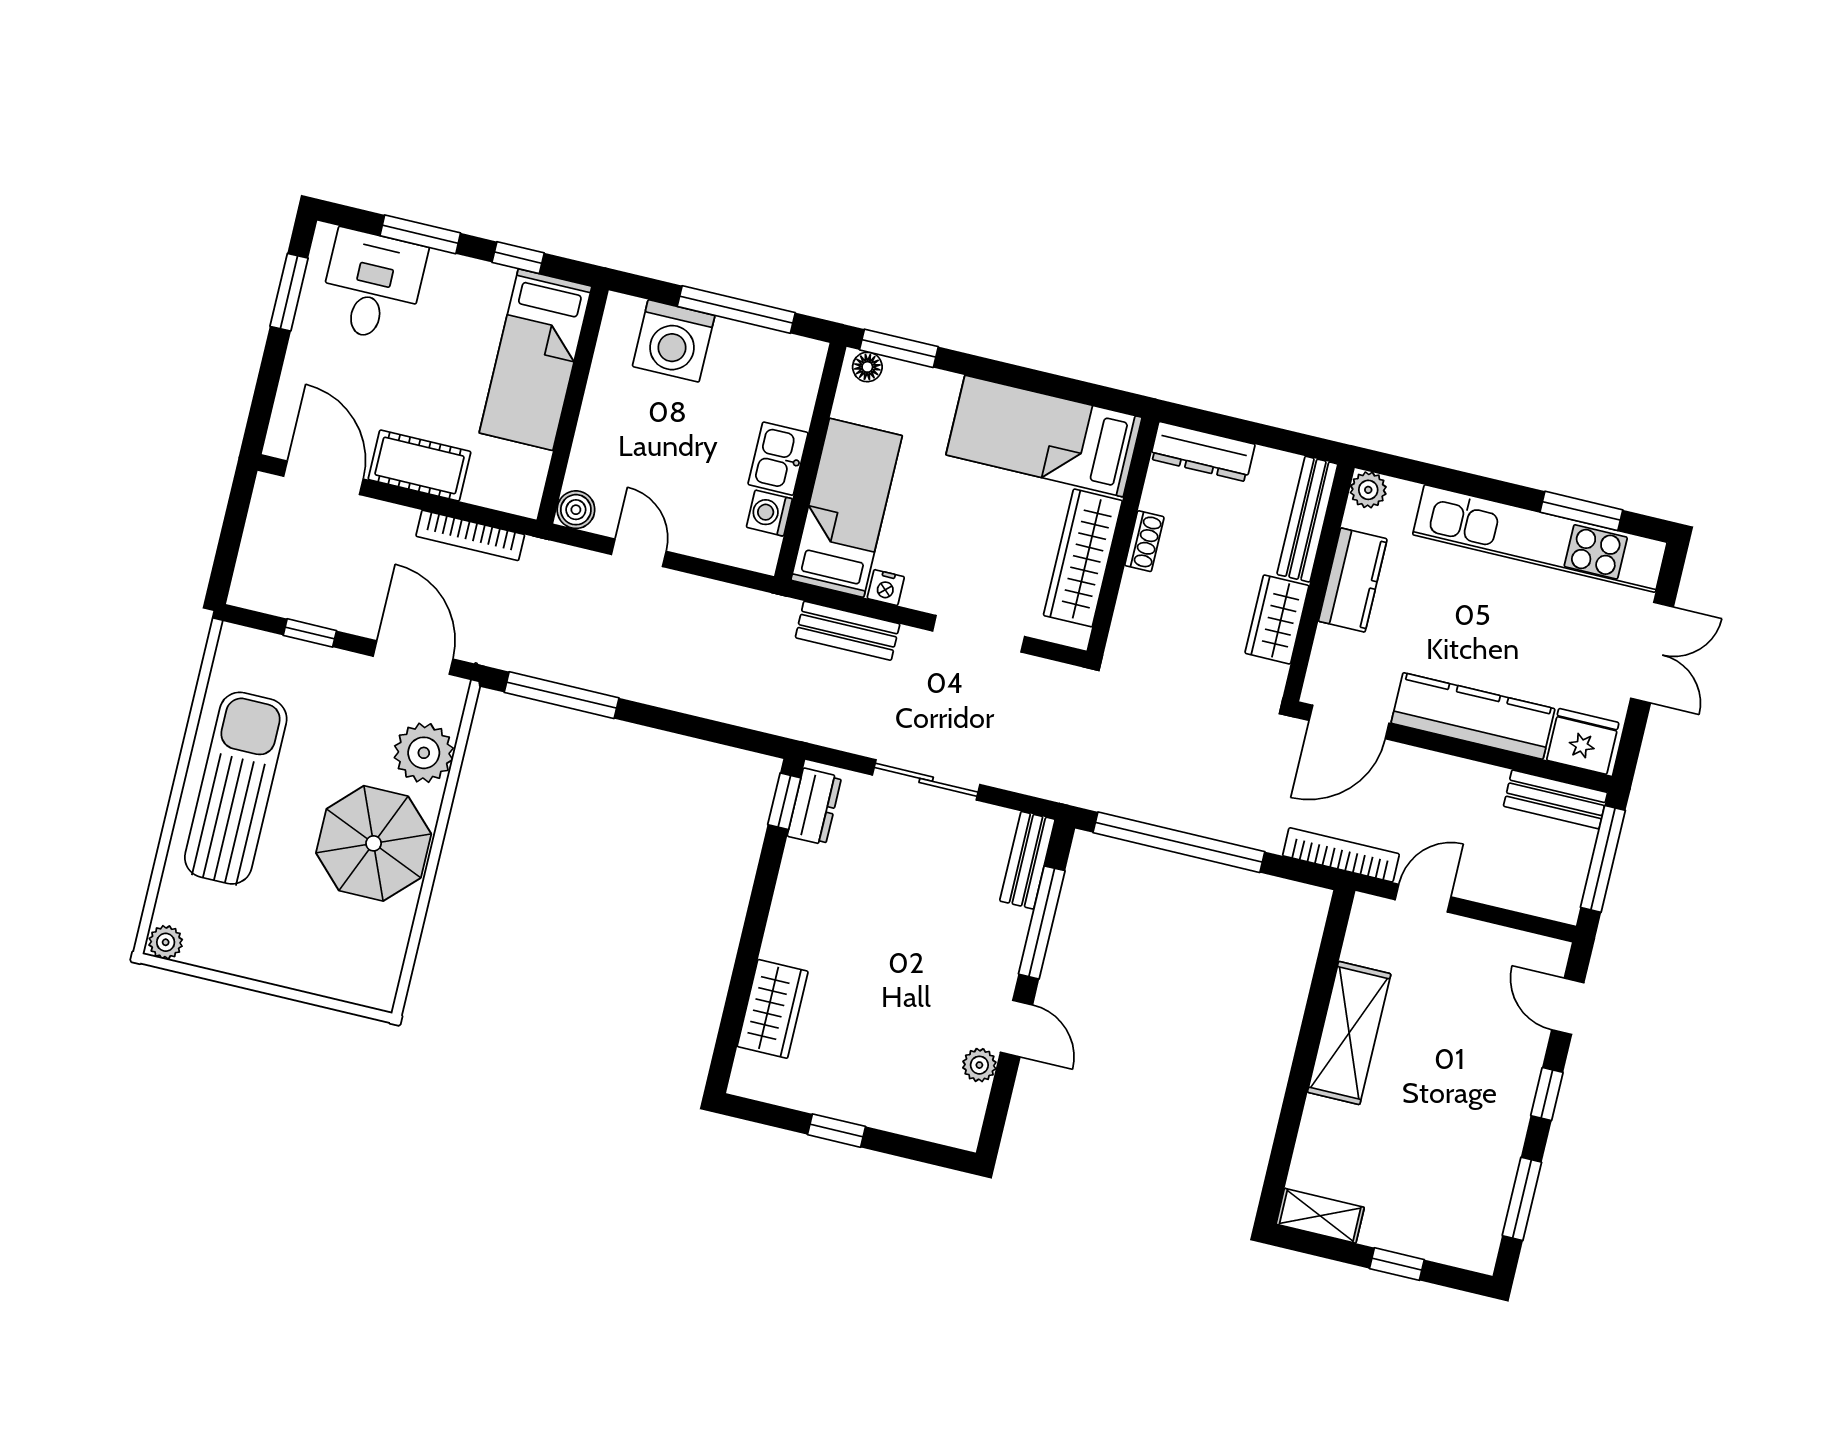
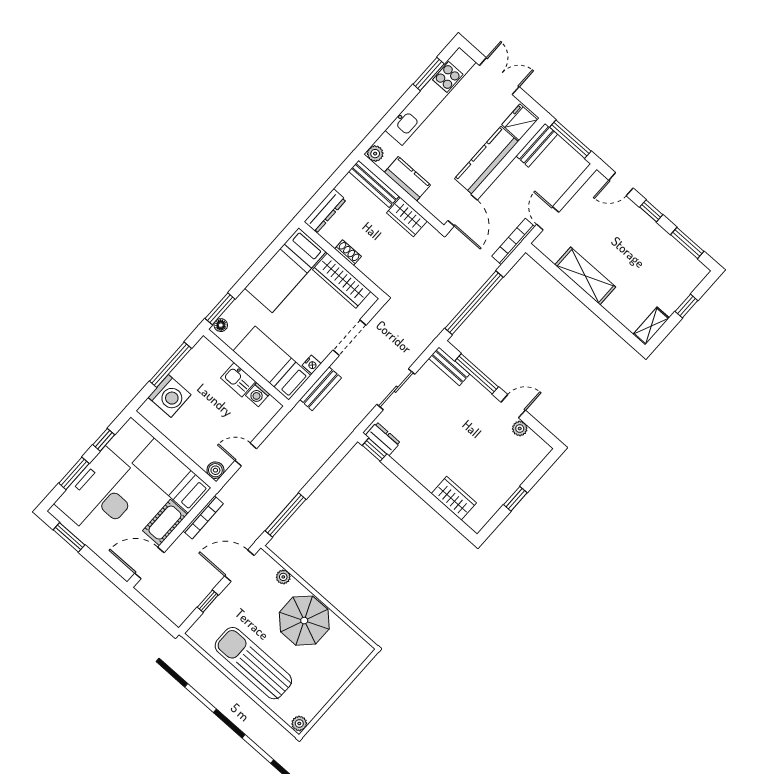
desk: (373, 286) -> (101, 494), width x1.87, depth x1.30
bed: (536, 360) -> (171, 475), moved, turned 180
plant: (424, 753) -> (283, 577), width x0.53, depth x0.53

